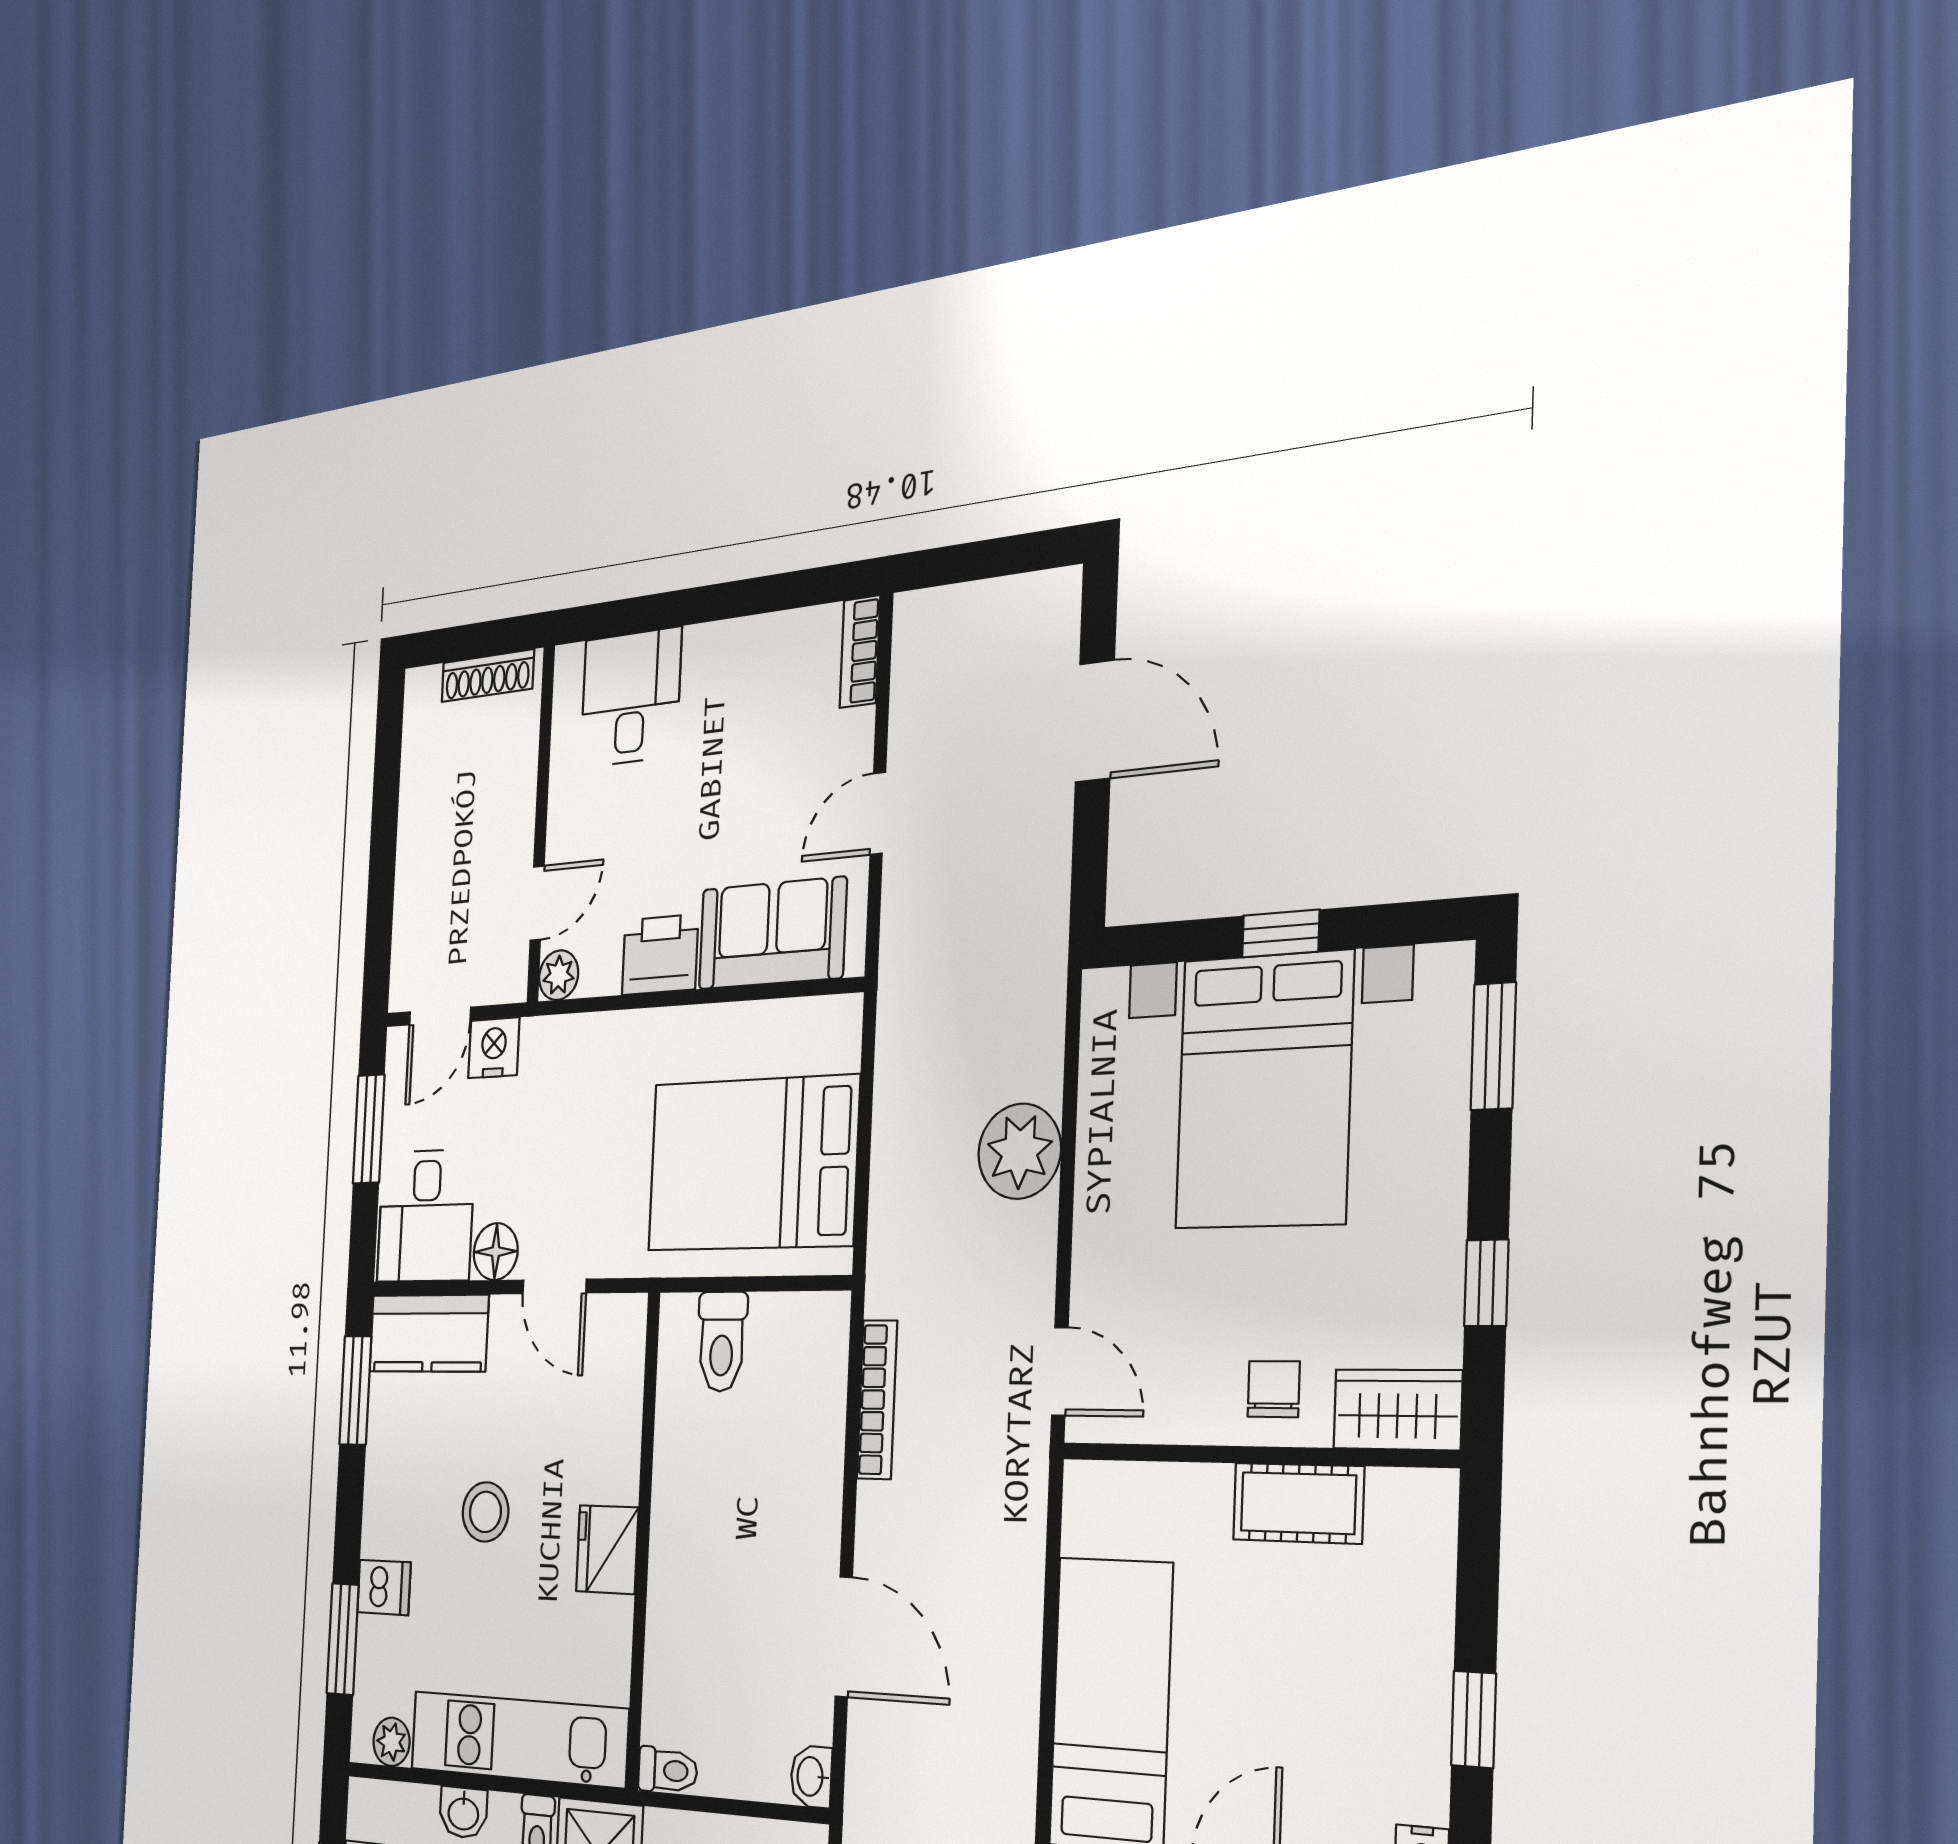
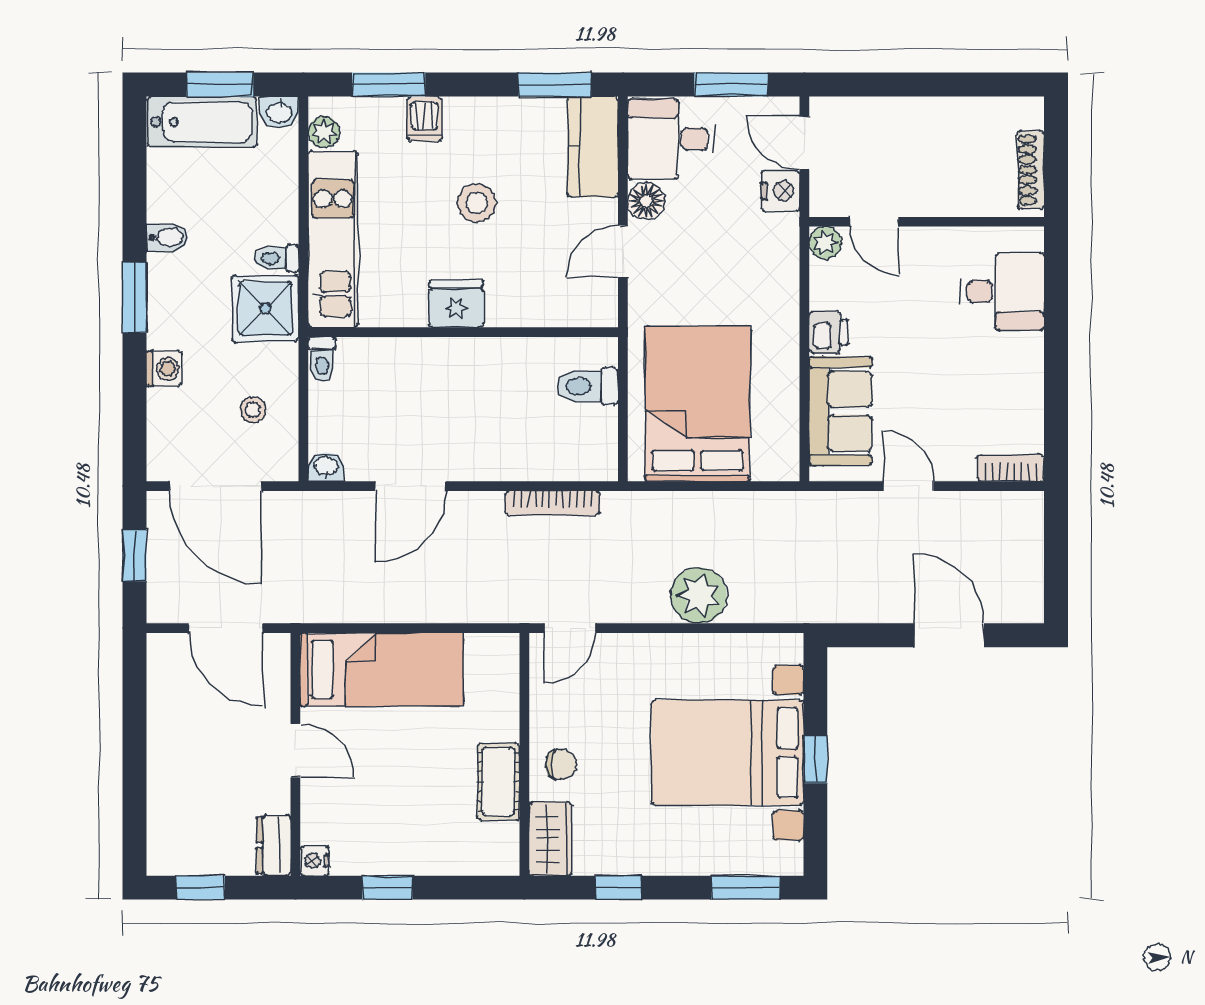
door: (1095, 721) -> (949, 635), swing flipped
printer: (660, 955) -> (828, 332), width x0.73, depth x0.81
washbasin: (463, 1813) -> (279, 112), moved, turned -90

